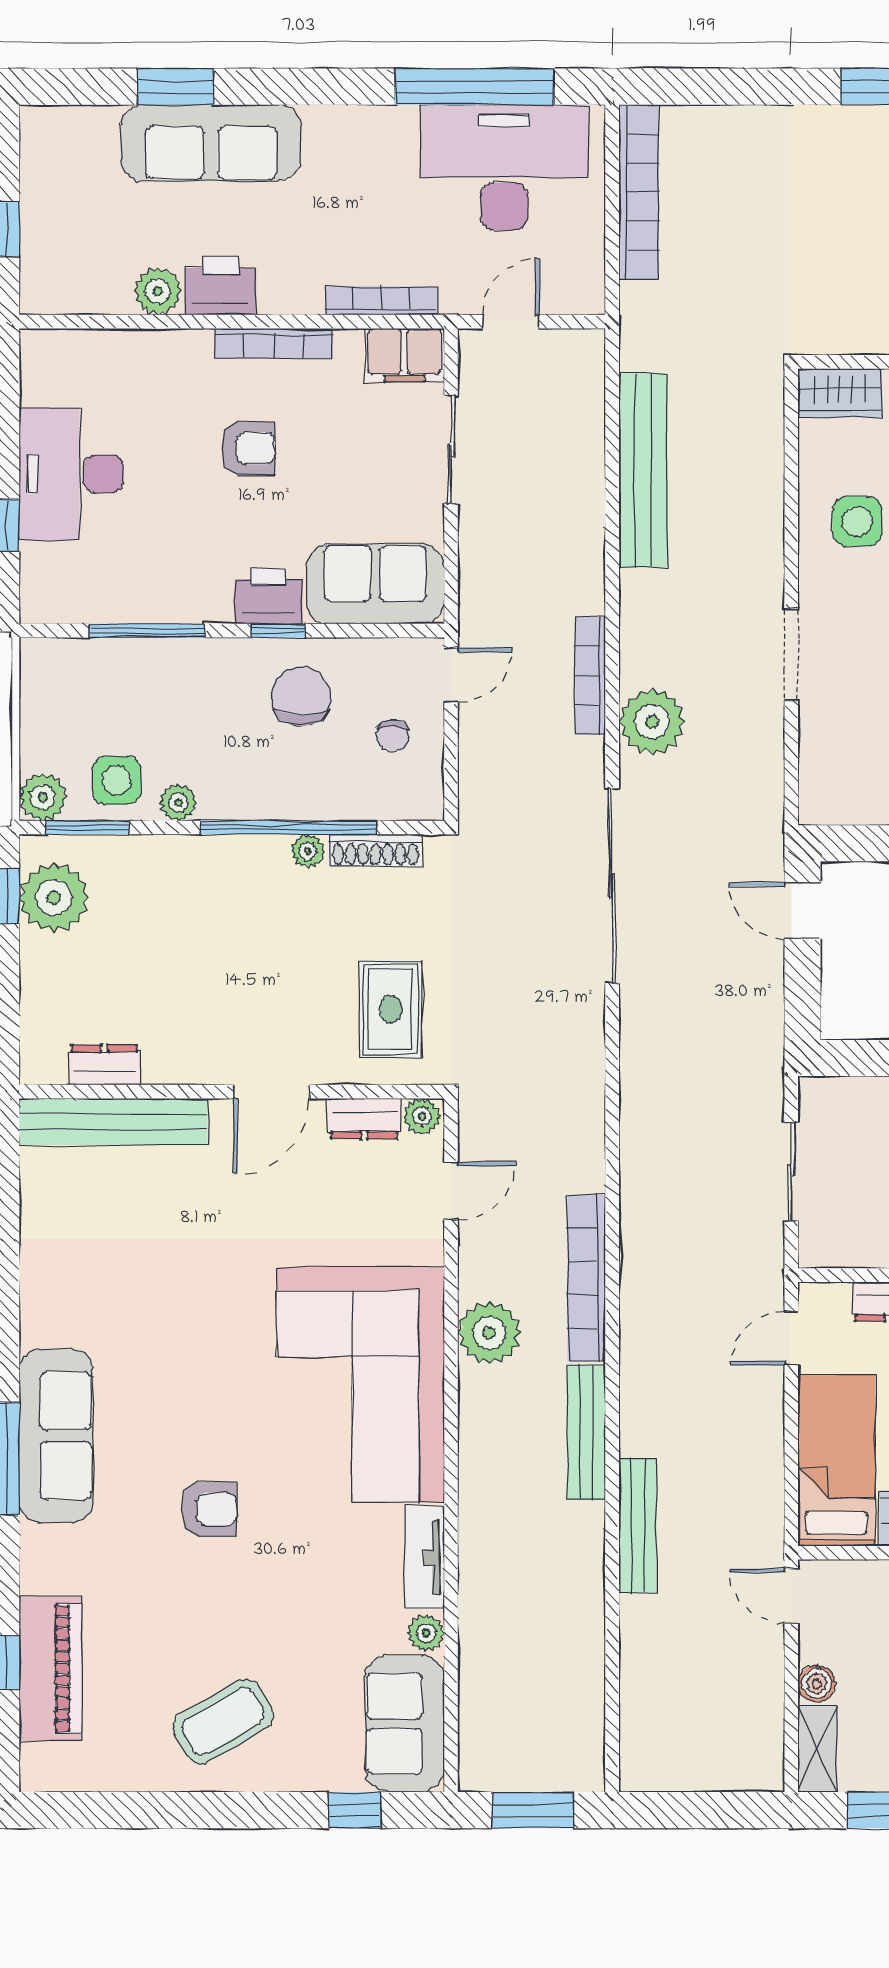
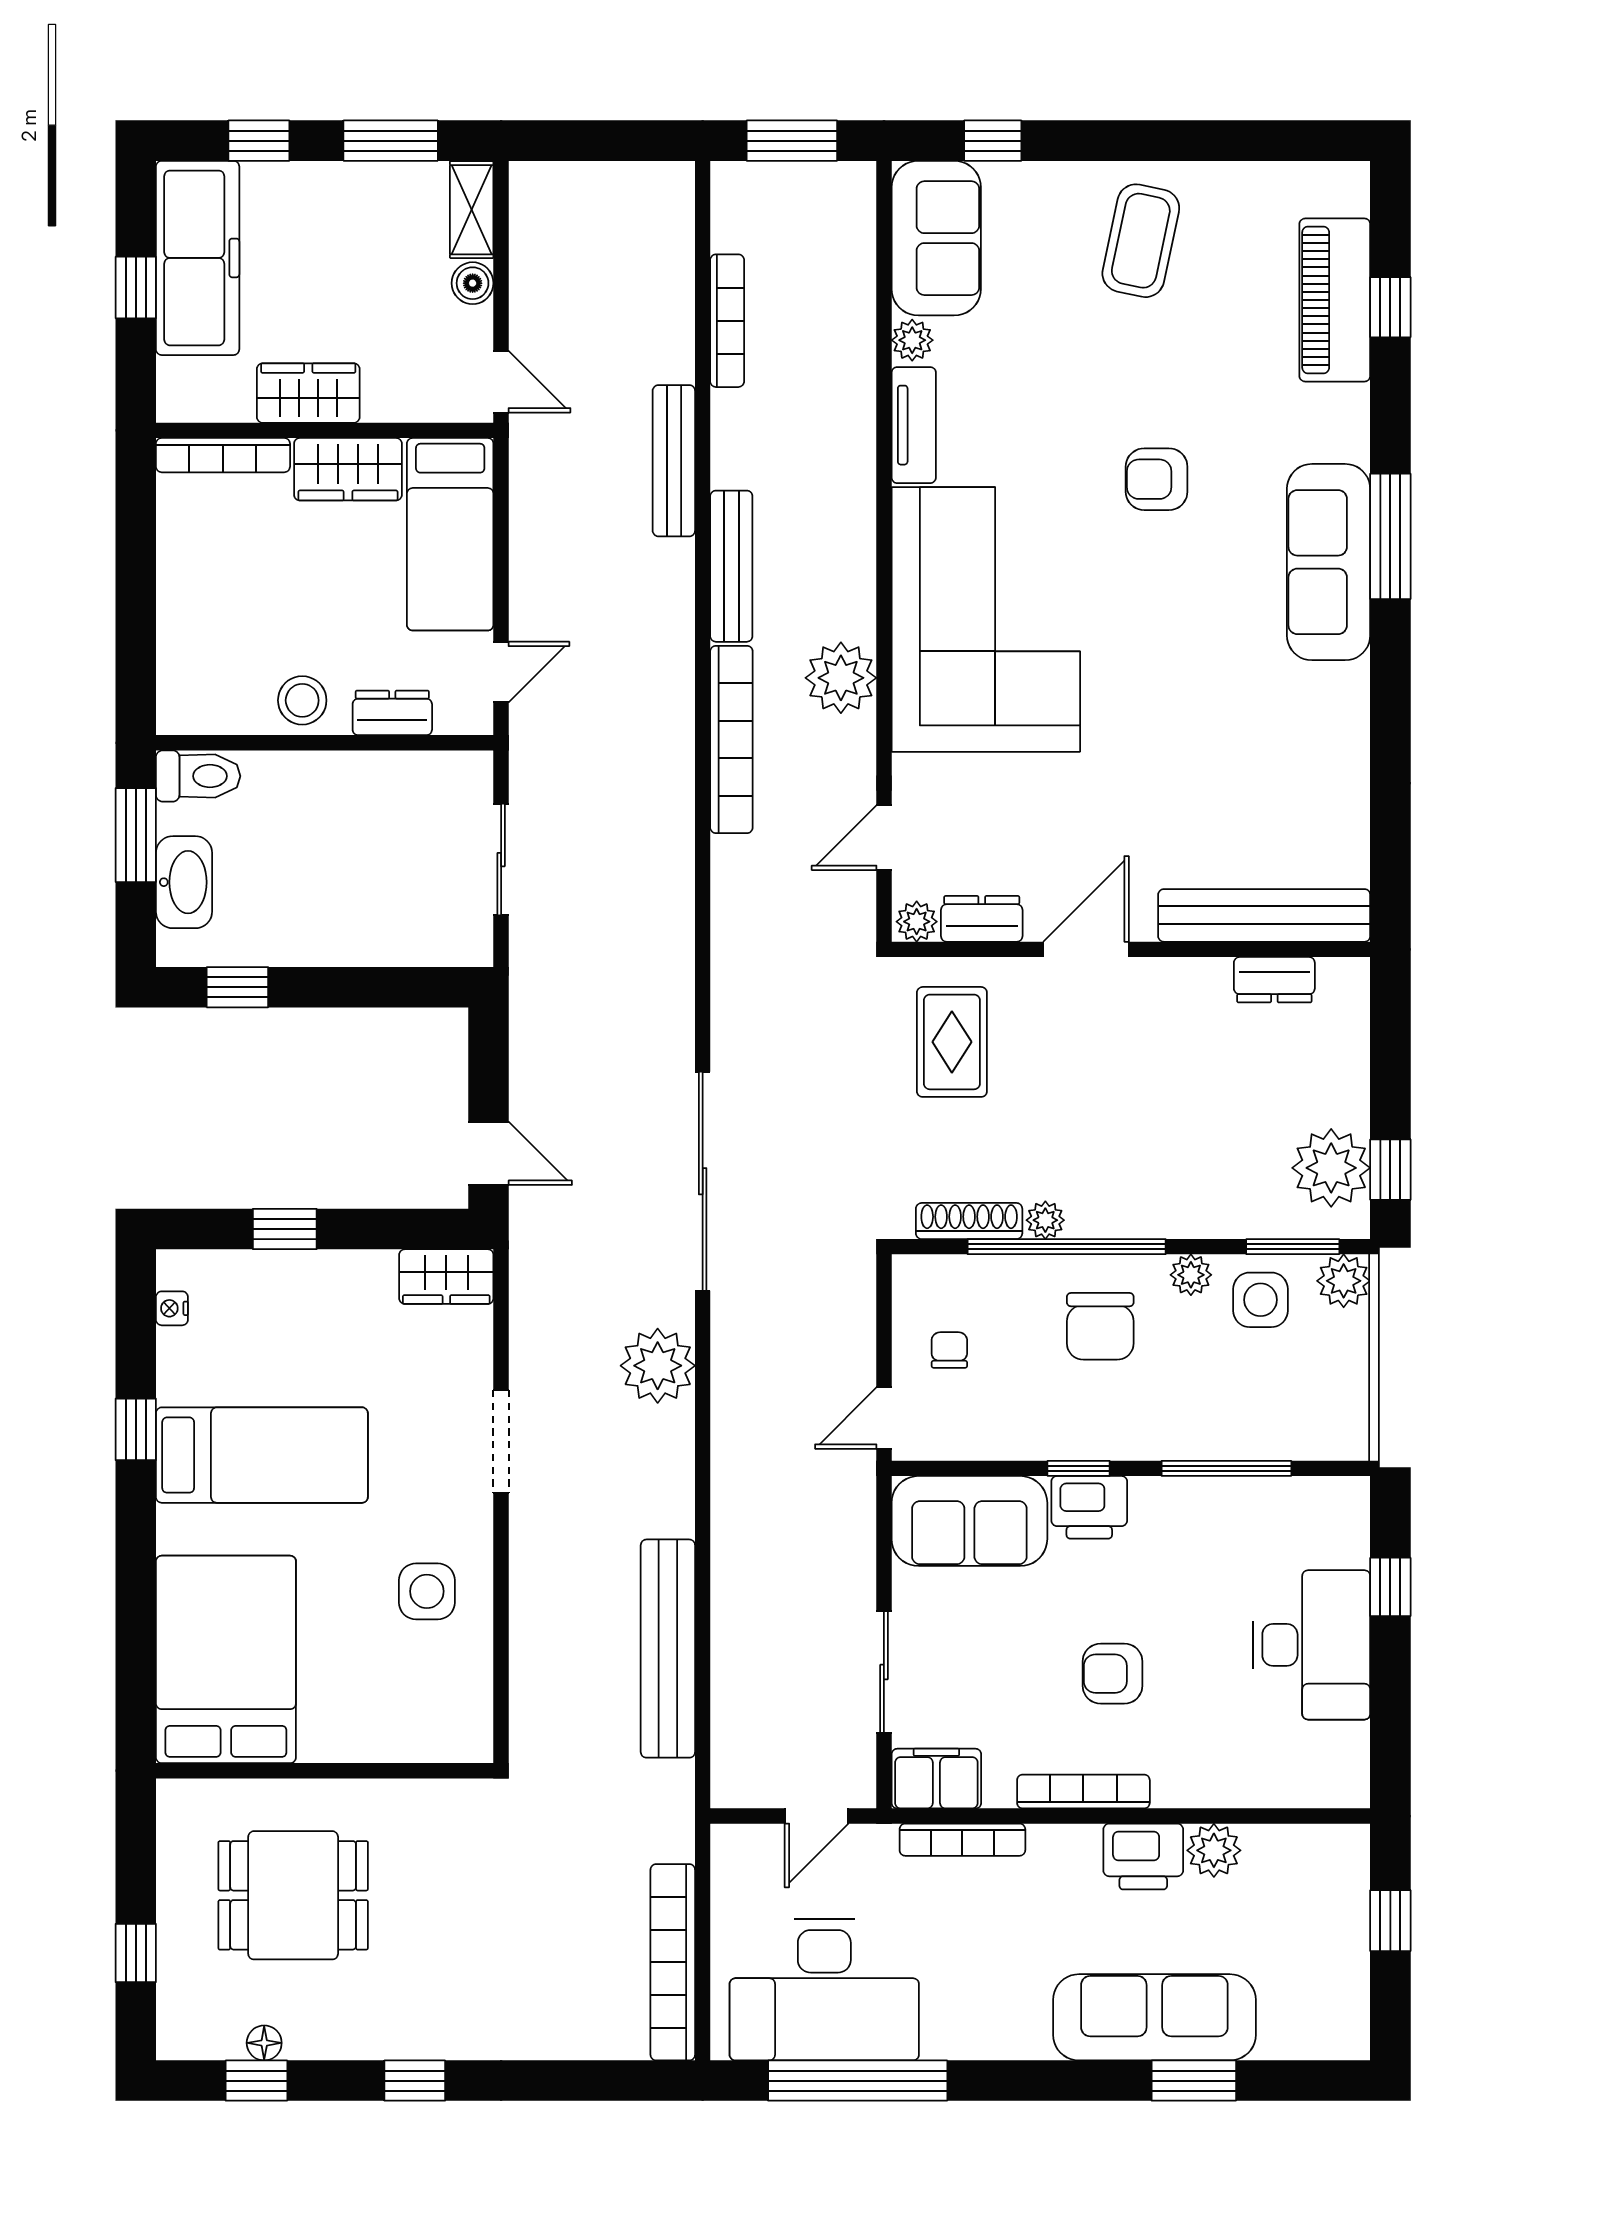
wardrobe: (840, 393) -> (446, 1277), moved, turned 180
bookcase: (590, 676) -> (727, 321), moved
chair: (301, 697) -> (1100, 1326), moved
coffee table: (223, 1721) -> (1141, 241), turned -48

